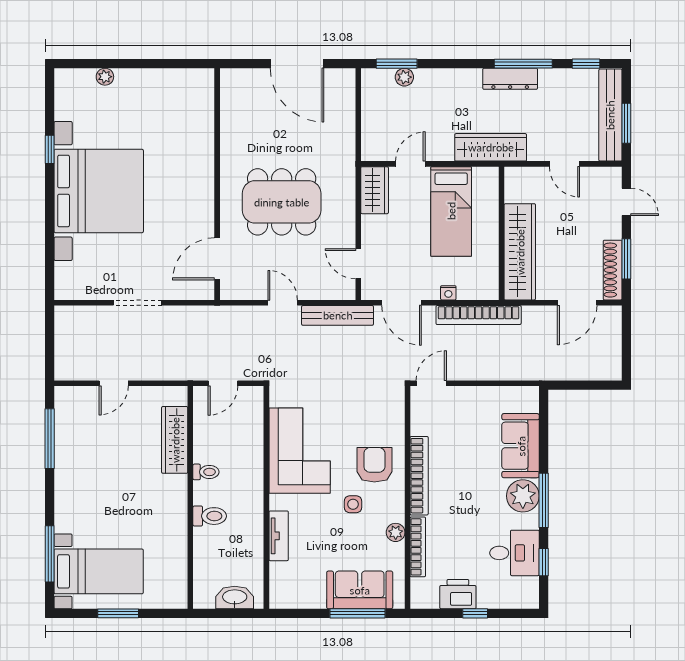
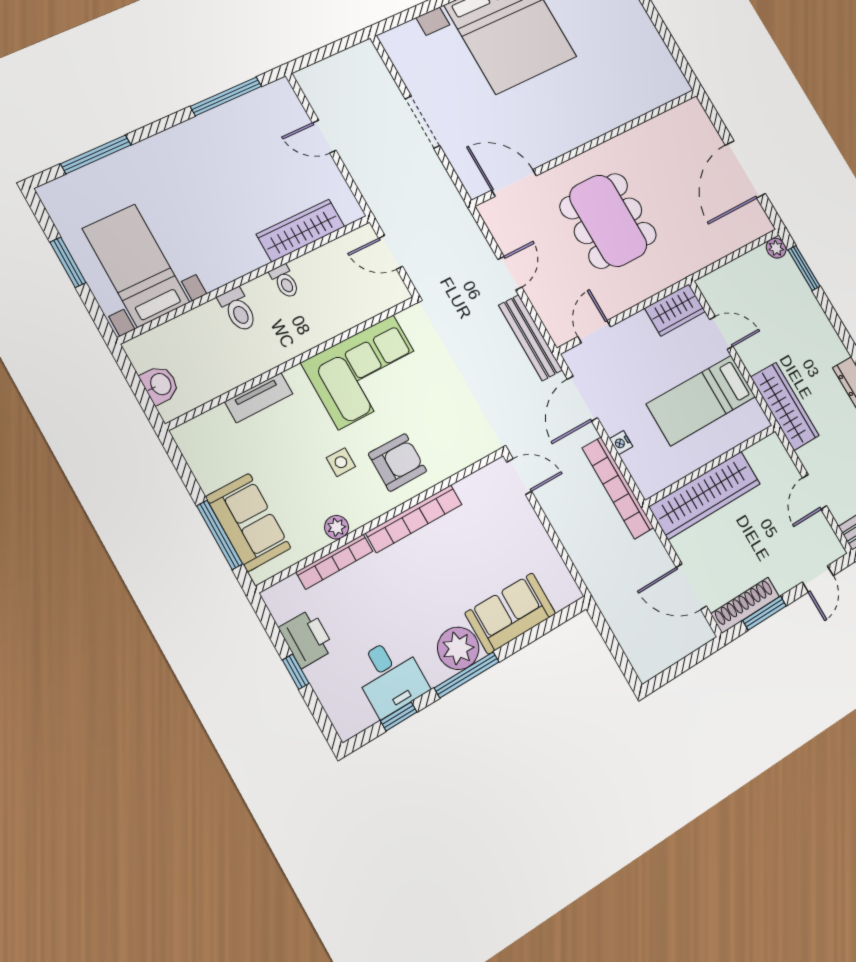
plant: (404, 77) -> (776, 248), moved
bed with nightstands: (99, 571) -> (136, 265), moved, turned 180
washbasin: (235, 598) -> (160, 385), width x0.72

